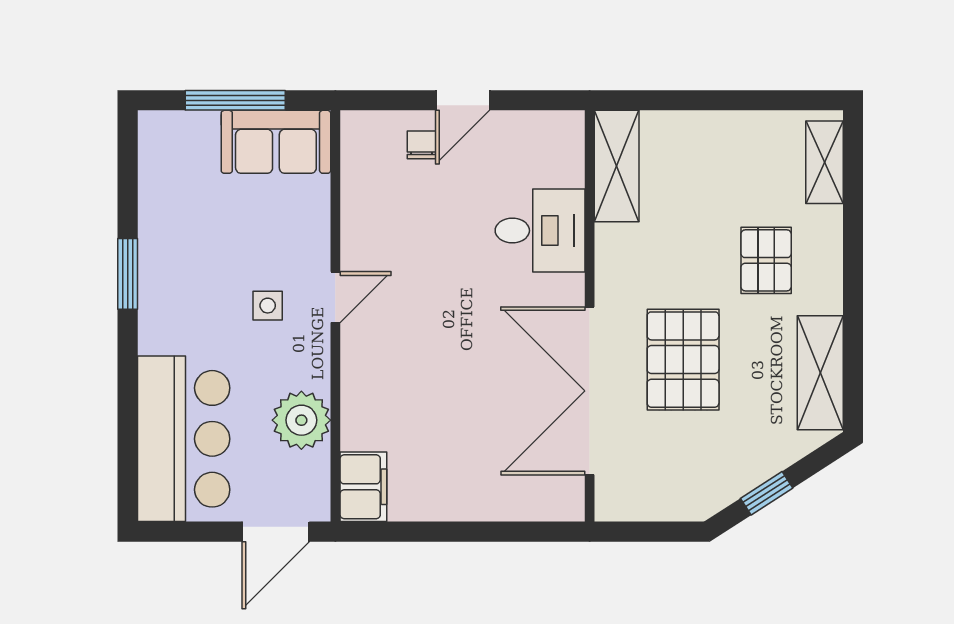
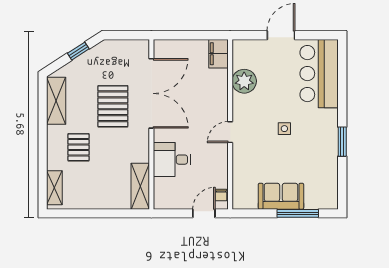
door: (335, 297) -> (230, 132), moved
wall: (335, 316) -> (230, 124), moved
plant: (301, 420) -> (244, 81), moved
filing cabinet: (363, 487) -> (219, 54), moved

